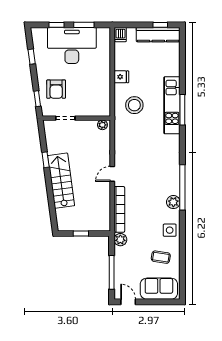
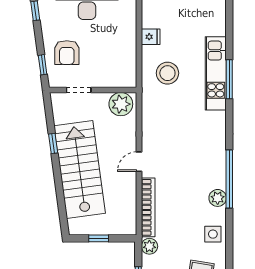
plant: (102, 125) -> (121, 104), width x1.87, depth x1.87
stairs: (61, 181) -> (80, 170), width x1.36, depth x1.51

